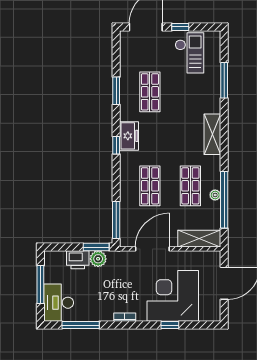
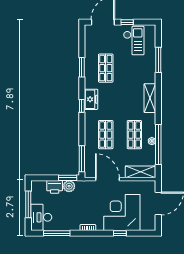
door: (152, 249) -> (107, 179), hinge flipped

